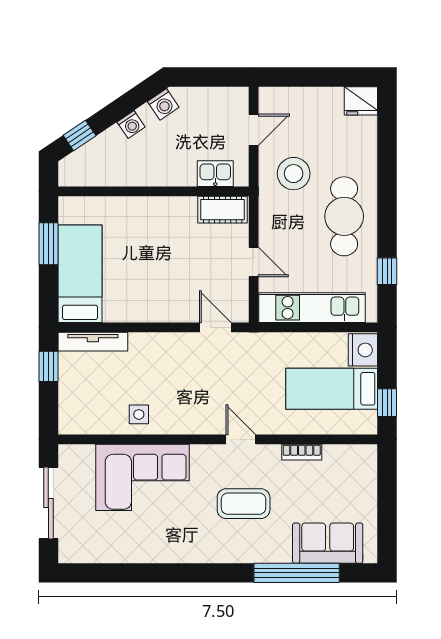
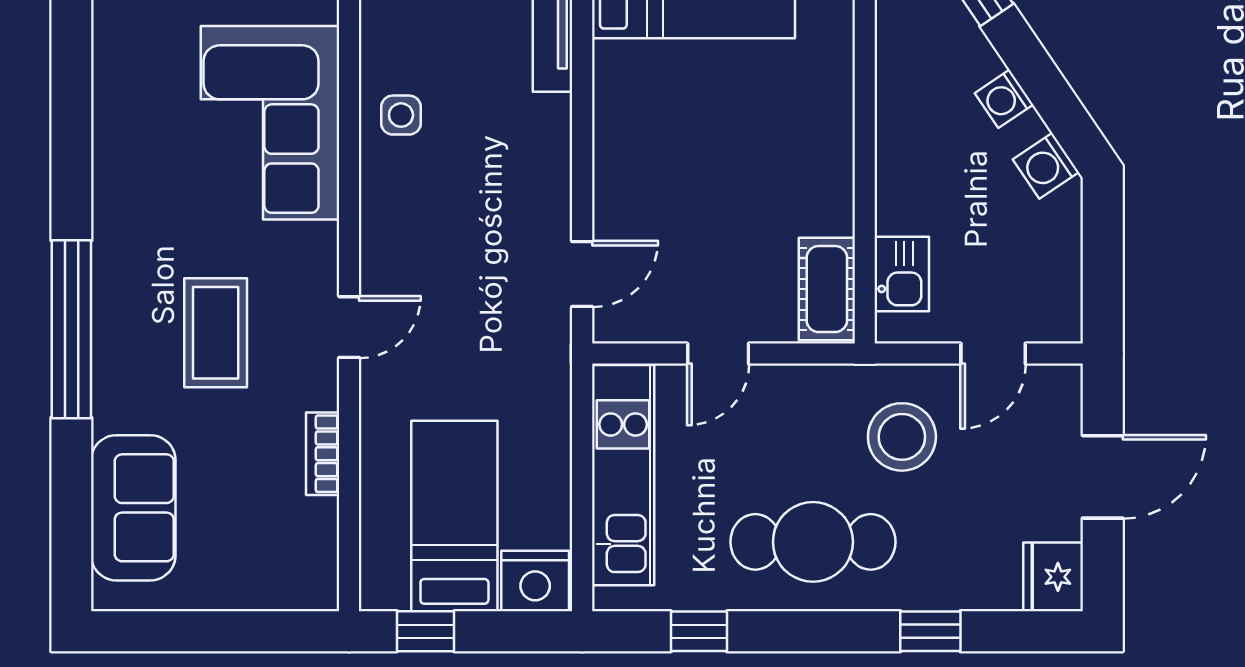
door: (313, 77) -> (1103, 477), added
door: (254, 130) -> (993, 354), hinge flipped
window: (387, 160) -> (930, 631), added
window: (297, 573) -> (71, 329), moved

